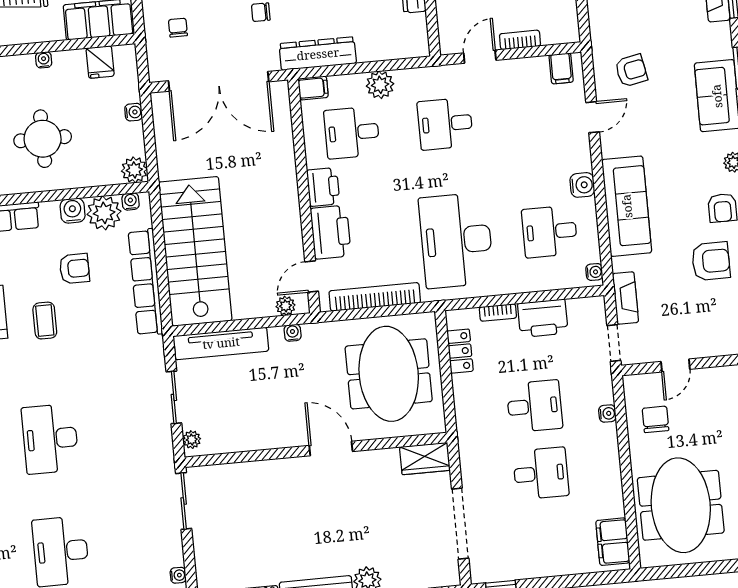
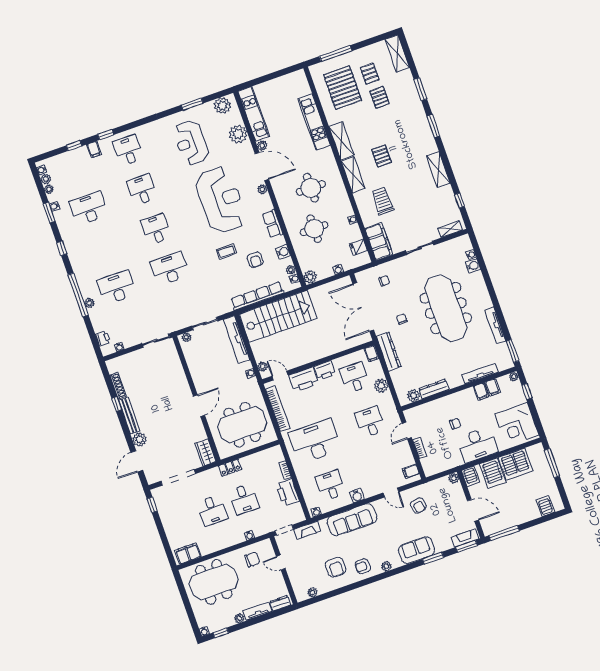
plant: (415, 27) -> (413, 396), added
door: (480, 57) -> (407, 430), swing flipped
plant: (104, 213) -> (291, 270), width x0.53, depth x0.53
locker: (460, 351) -> (230, 468), moved

